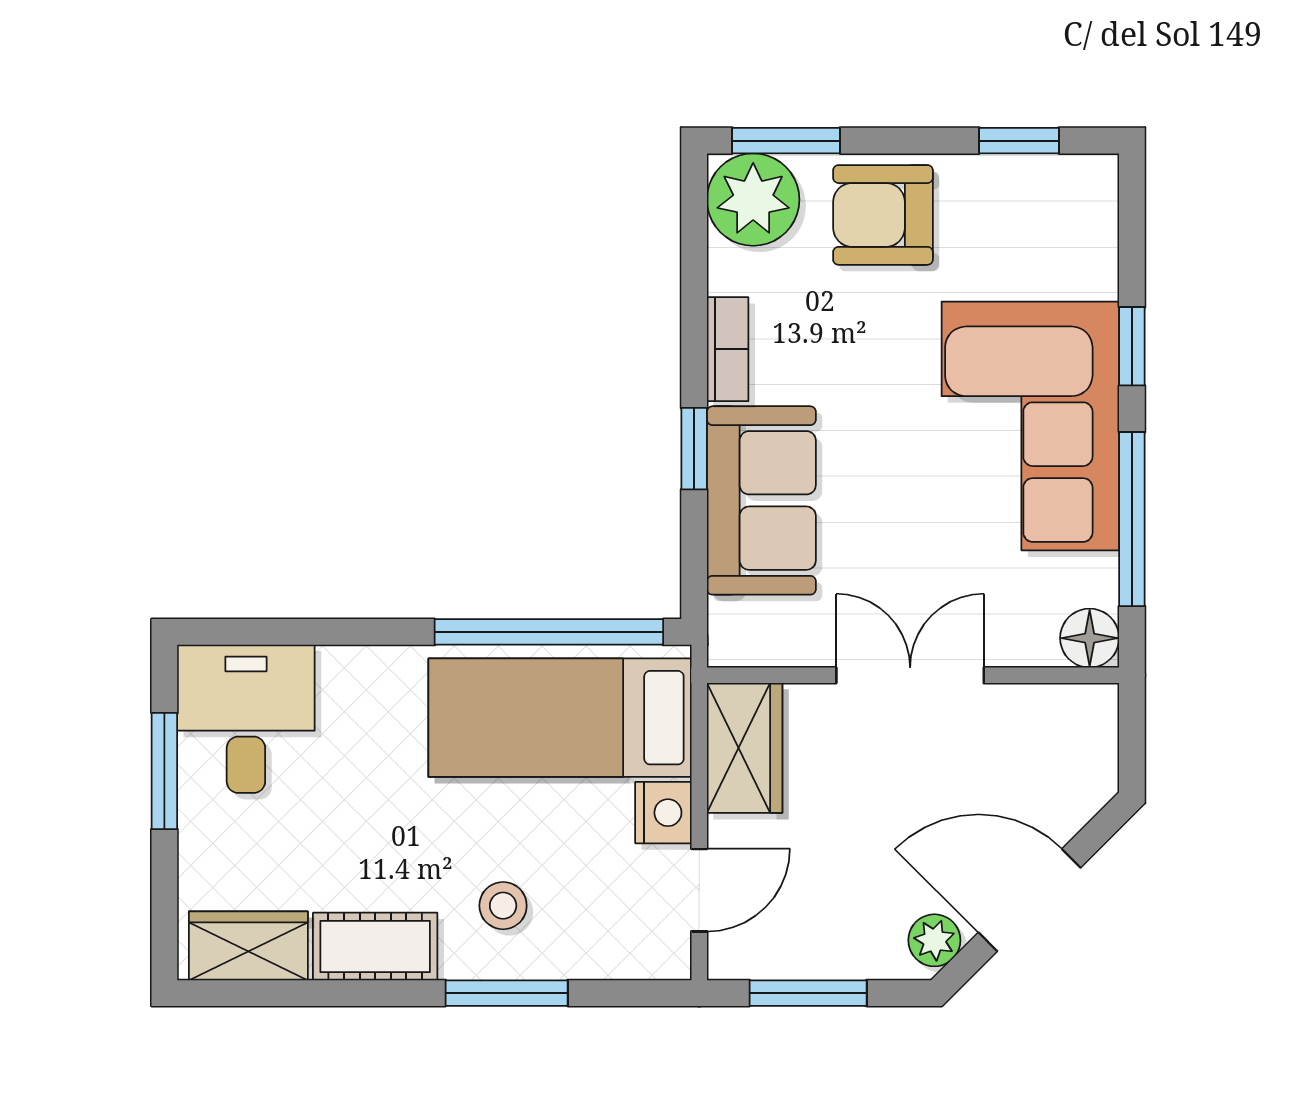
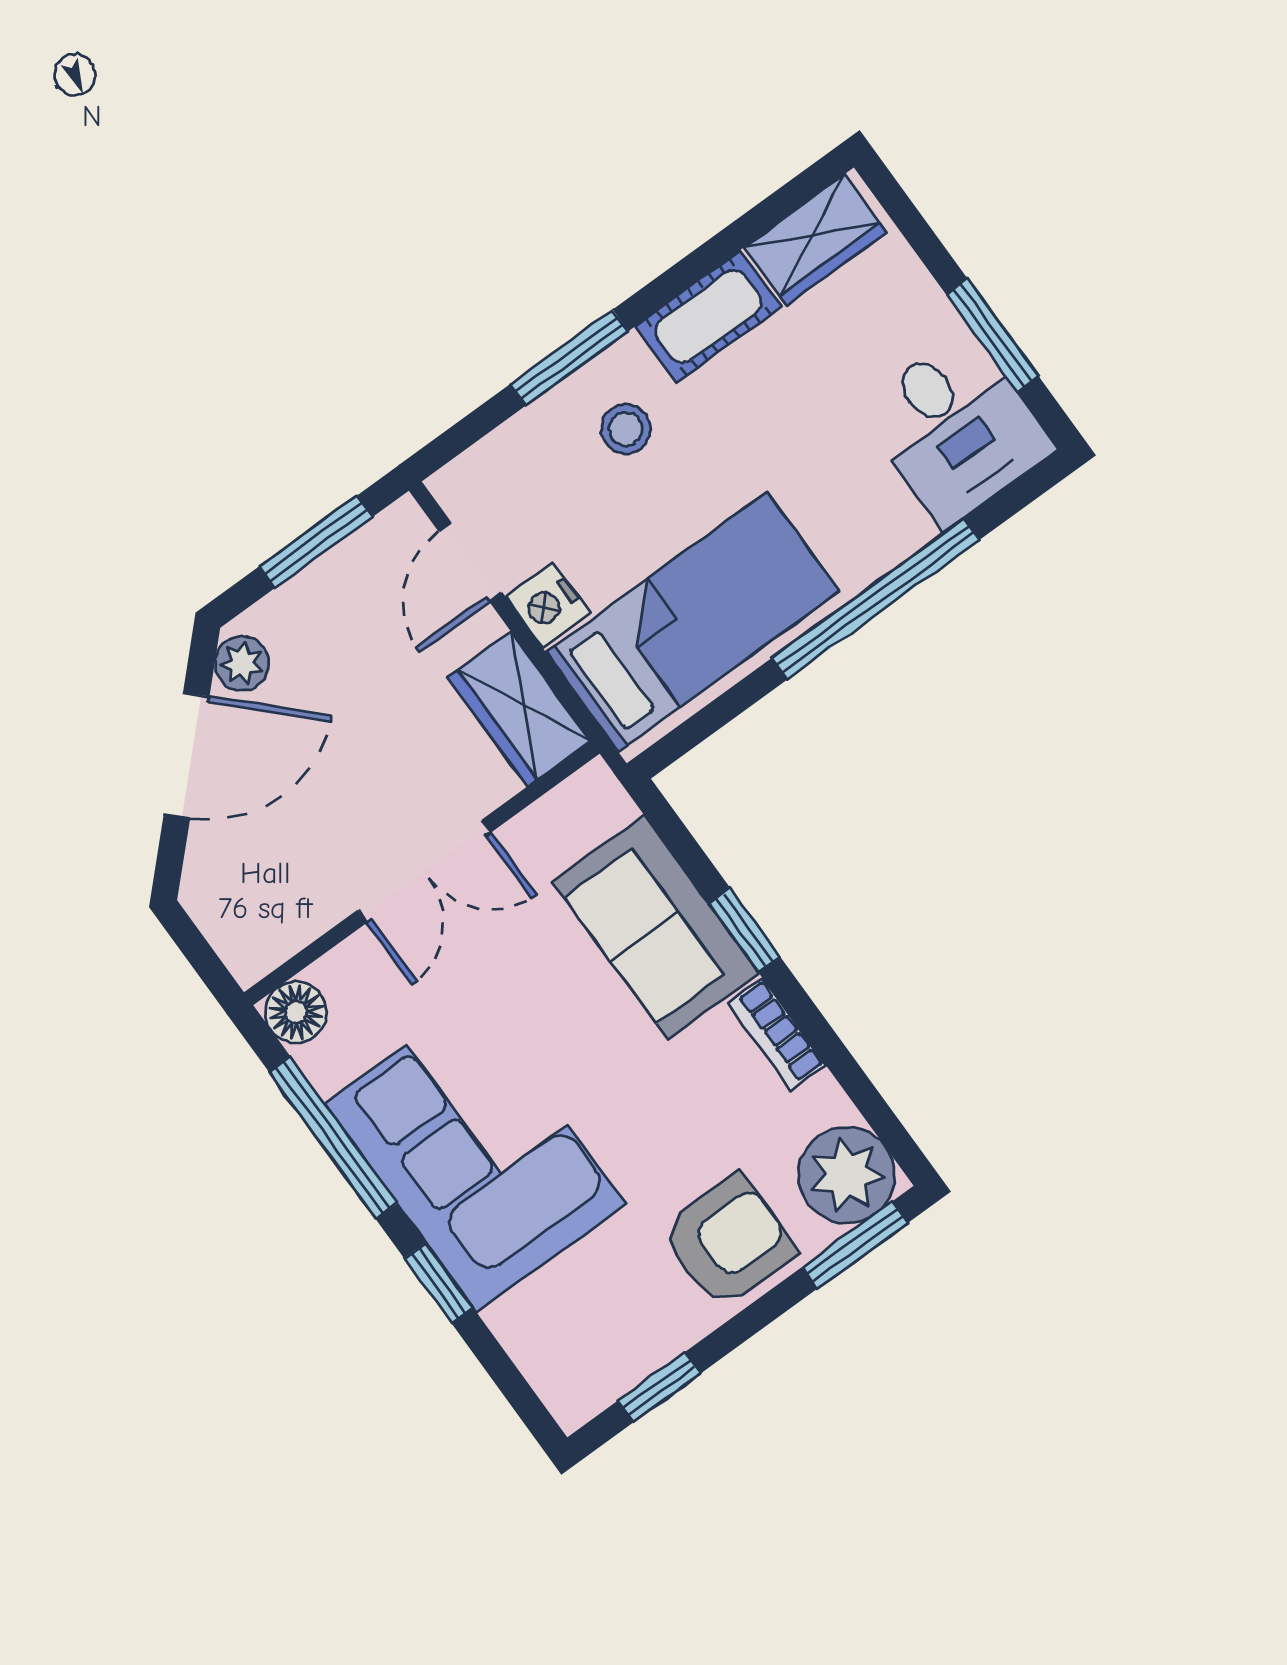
window: (549, 632) -> (875, 599), moved

